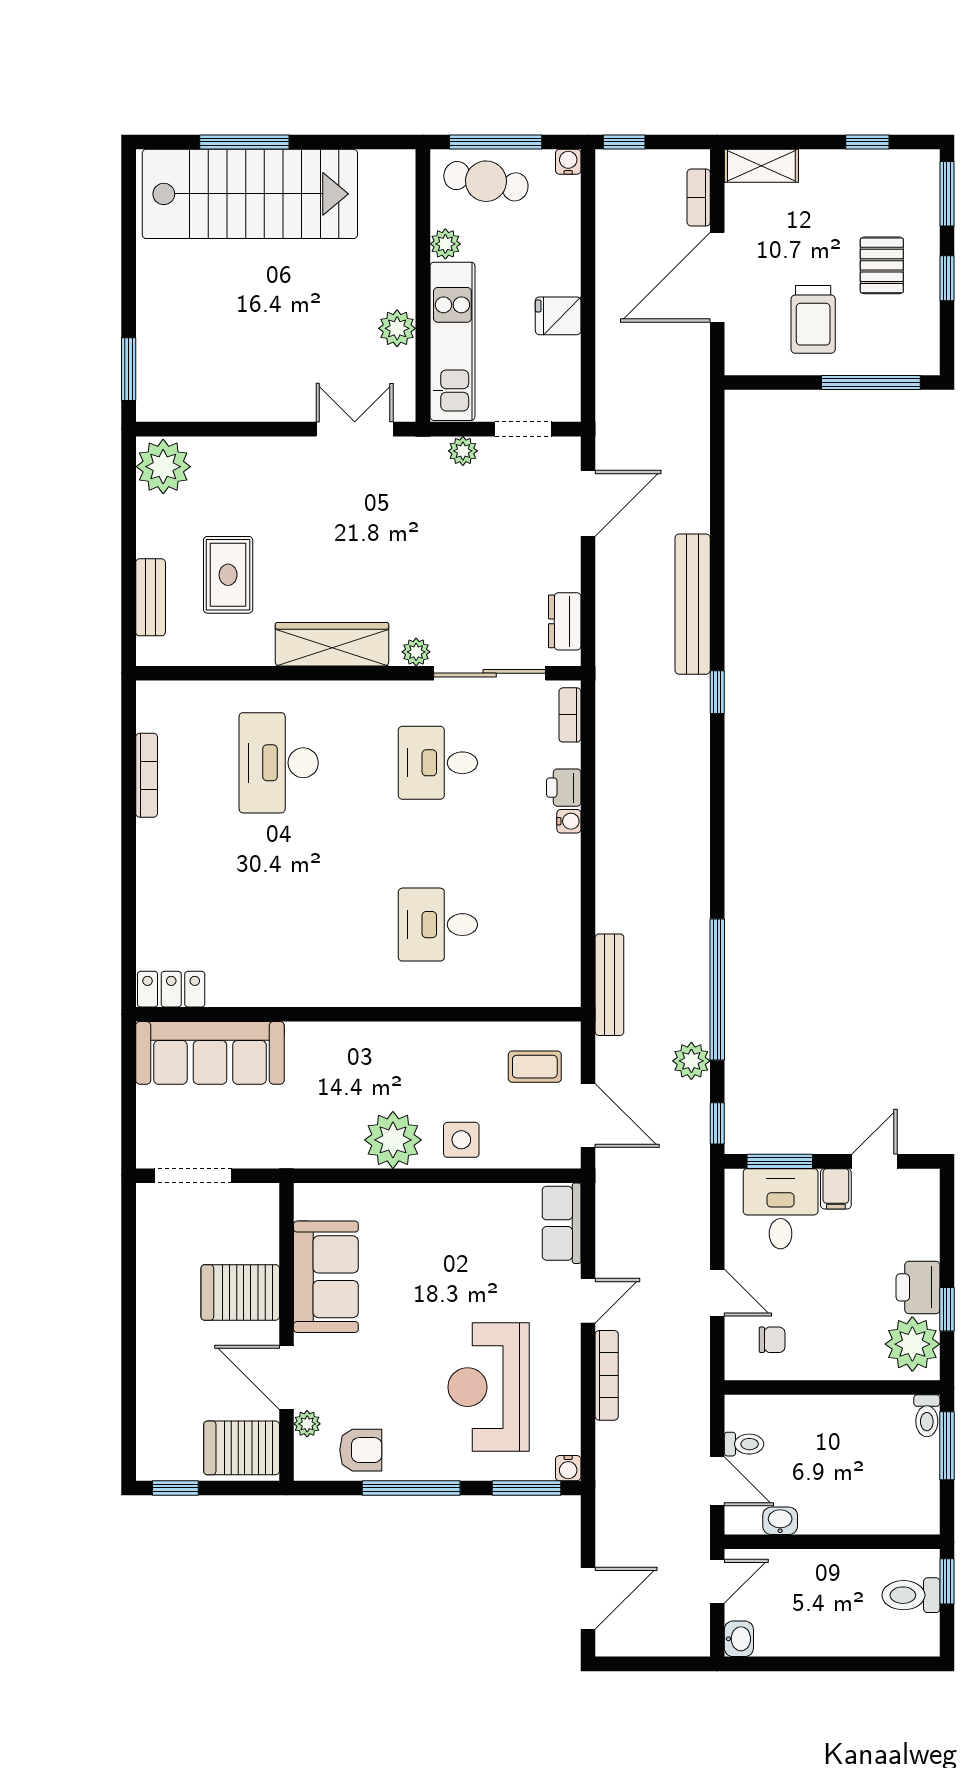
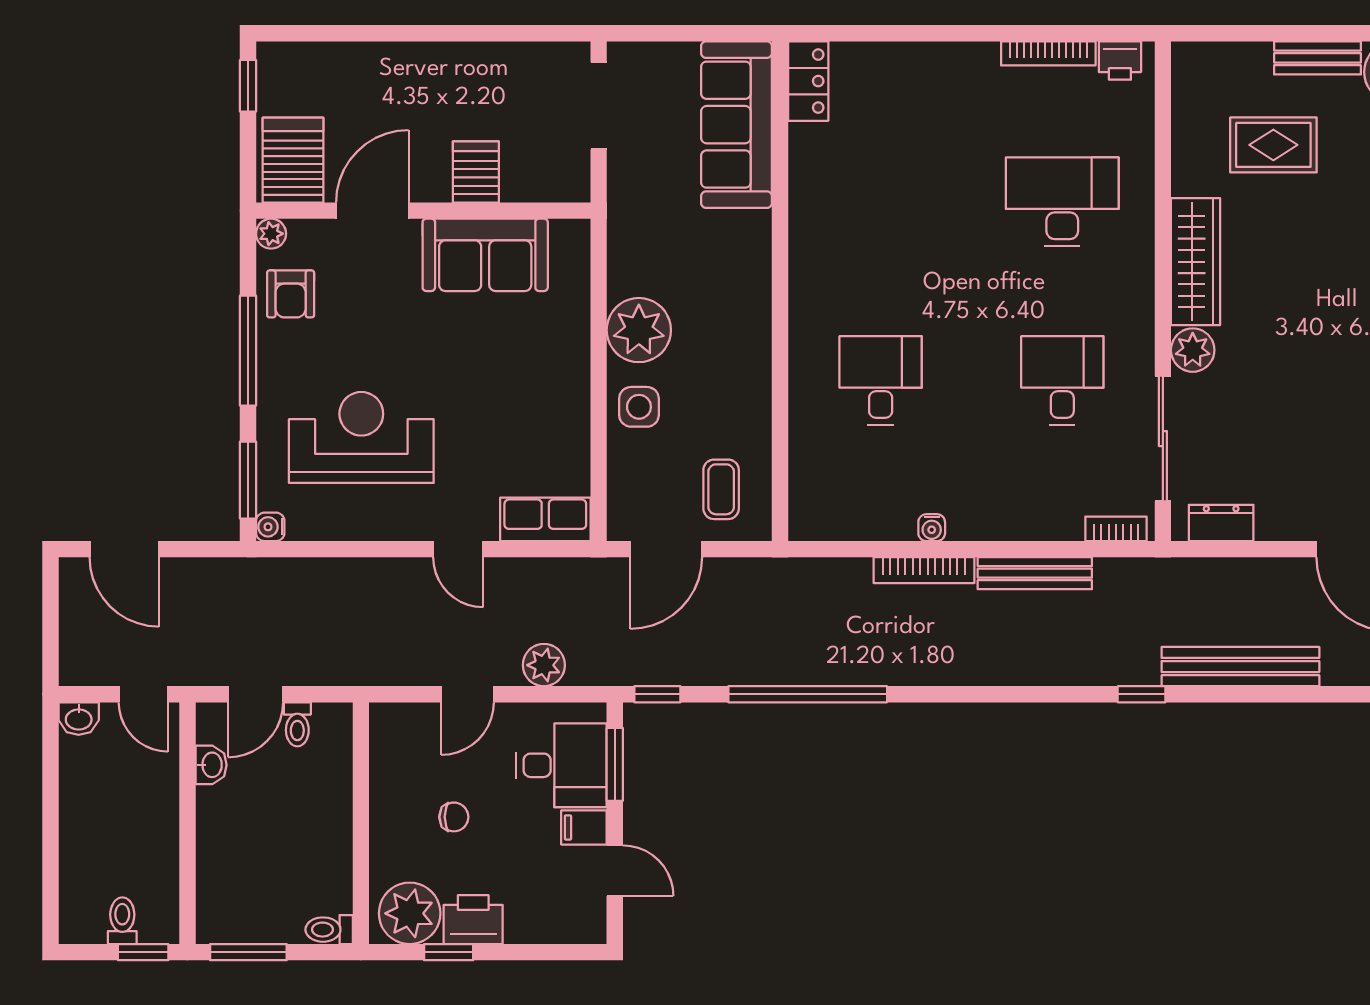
bench: (151, 597) -> (1318, 58), moved
plant: (416, 652) -> (1193, 350), width x1.38, depth x1.38
printer: (564, 788) -> (1120, 61), moved, turned 180
water cooler: (569, 821) -> (932, 528), moved
bench: (609, 985) -> (1035, 573), moved
plant: (691, 1061) -> (544, 665), moved
server rack: (240, 1292) -> (476, 172), width x0.73, depth x0.70
chair: (772, 1340) -> (454, 817), moved, turned -90
bookcase: (607, 1375) -> (924, 570), moved
plant: (307, 1424) -> (271, 234), moved
window: (947, 1446) -> (248, 952), moved
toilet: (911, 1595) -> (122, 921), width x0.73, depth x0.72

